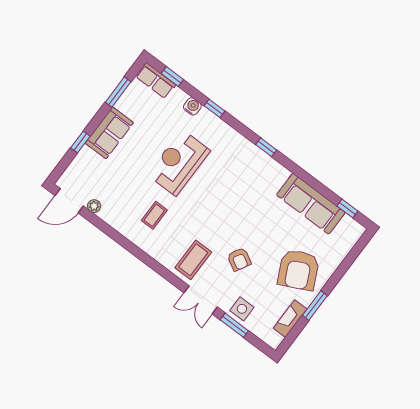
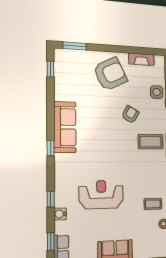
reception desk: (179, 163) -> (101, 195), turned 180
sofa: (311, 204) -> (65, 127), moved
coffee table: (154, 215) -> (153, 204), moved
window: (315, 306) -> (75, 46), moved

